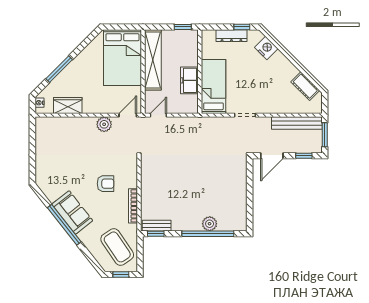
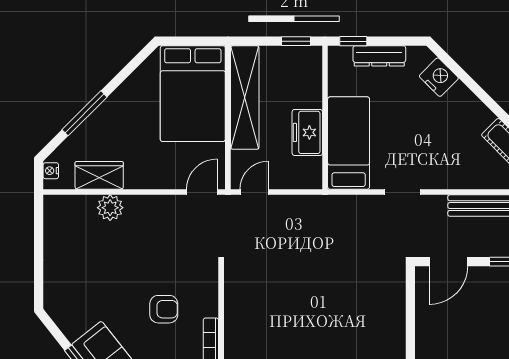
window: (242, 27) -> (353, 41), moved
plant: (104, 124) -> (110, 208), moved

